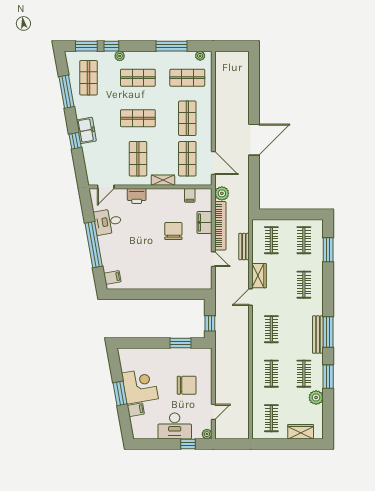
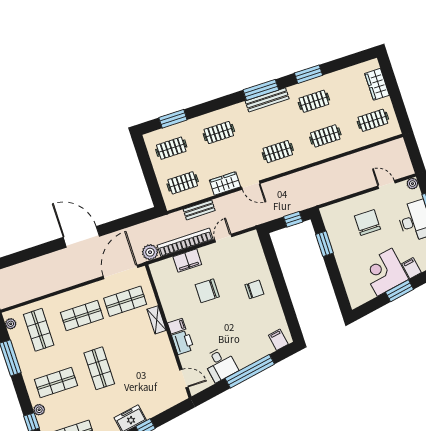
shop shelf: (138, 78) -> (56, 383), turned 90
shop shelf: (138, 159) -> (143, 354), removed
door: (213, 163) -> (121, 272), width x1.36
filing cabinet: (190, 195) -> (177, 326), moved
chair: (161, 271) -> (254, 289), added
plant: (316, 397) -> (335, 80), removed

